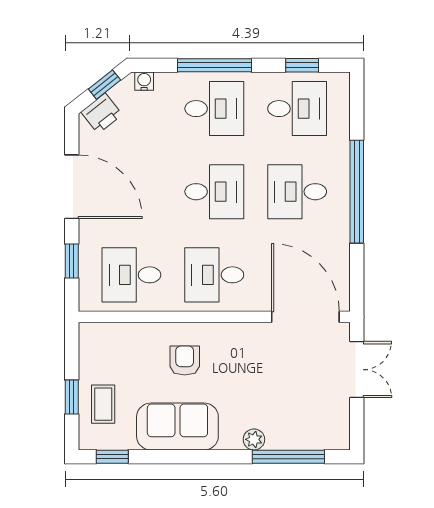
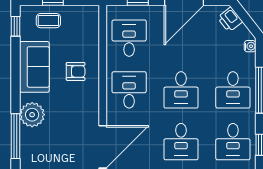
window: (105, 85) -> (248, 21), removed
desk: (297, 192) -> (181, 142), turned 180
plant: (254, 439) -> (32, 115), width x1.88, depth x1.88

